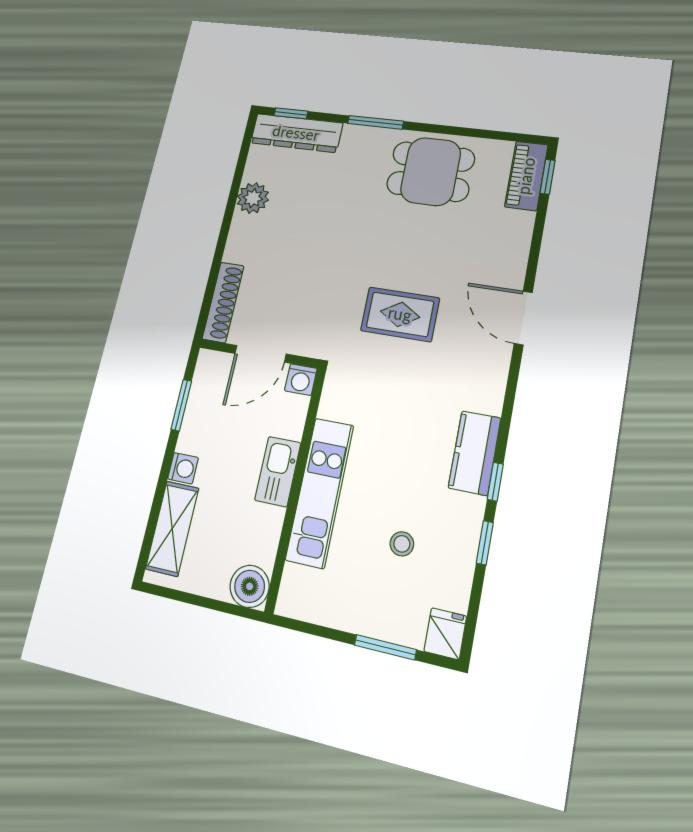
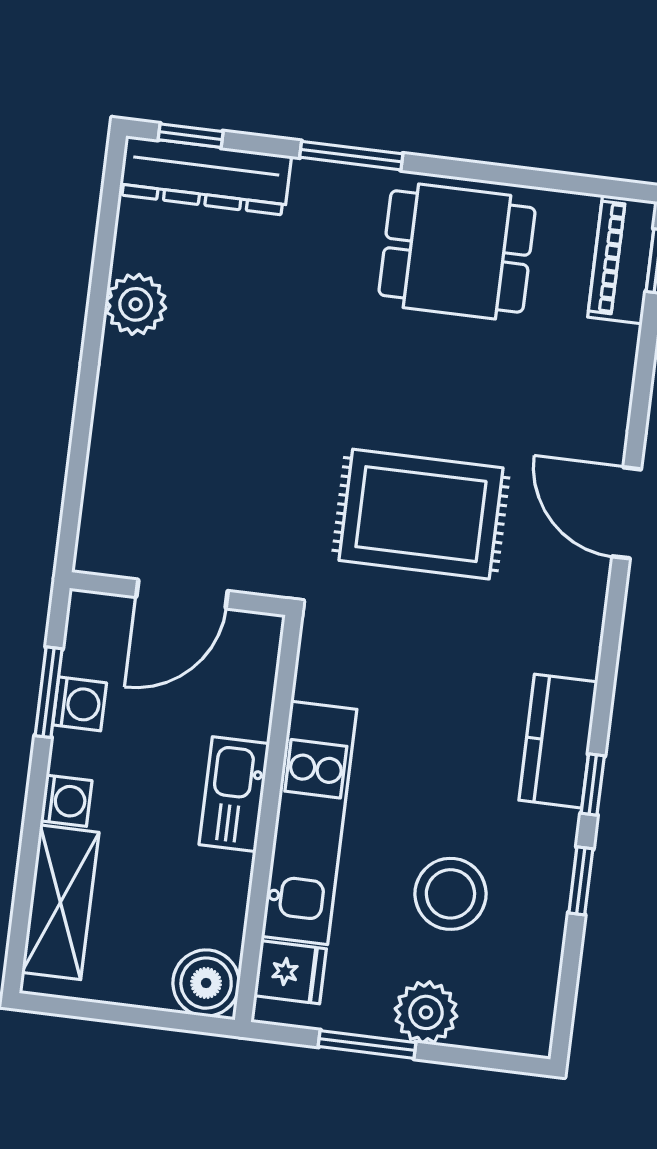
shoe rack: (223, 302) -> (103, 503), removed
rug: (400, 314) -> (421, 514), width x1.36, depth x1.43
washing machine: (301, 380) -> (80, 704), moved, turned -90
stool: (402, 544) -> (450, 894), width x1.89, depth x1.89
plant: (381, 620) -> (426, 1012), added
fridge: (445, 634) -> (290, 972), moved, turned 90
window: (385, 647) -> (367, 1044), moved

